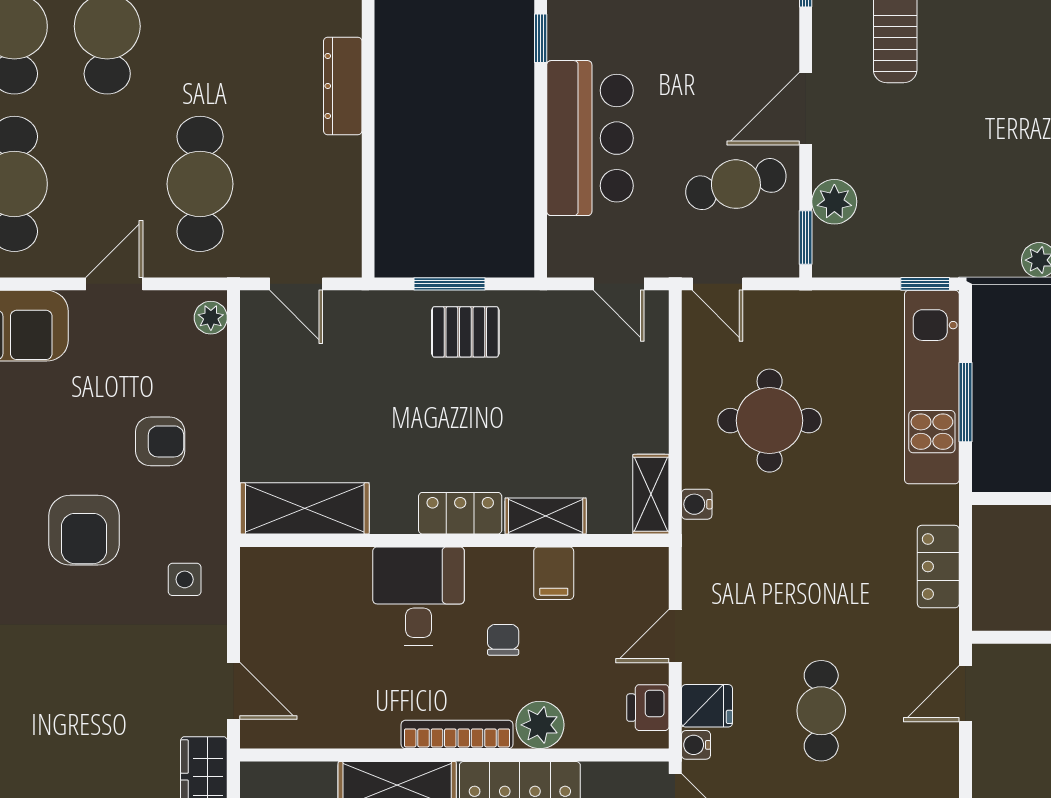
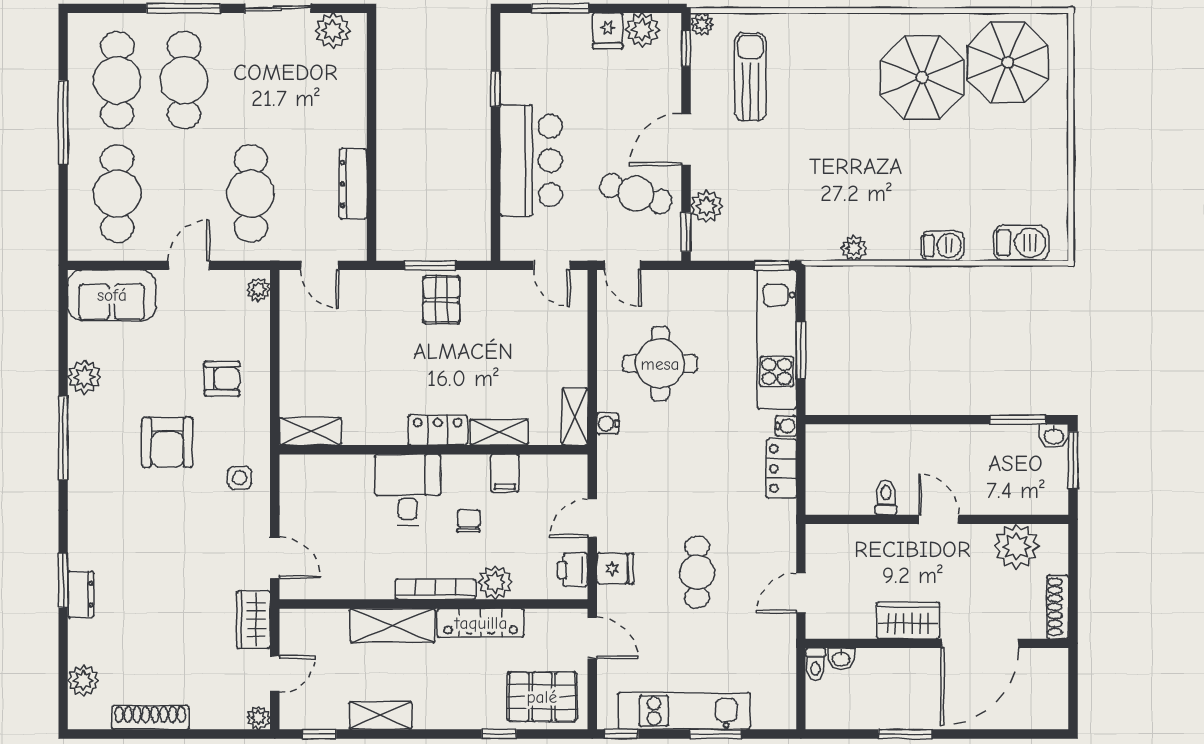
dresser: (343, 86) -> (353, 184), moved
cafe table: (736, 184) -> (636, 194), turned 32
pallet: (465, 332) -> (441, 300), turned 90
shelving: (305, 508) -> (310, 431), width x0.67, depth x0.75
door: (965, 694) -> (801, 593), moved
water cooler: (696, 745) -> (786, 426), moved, turned 180

